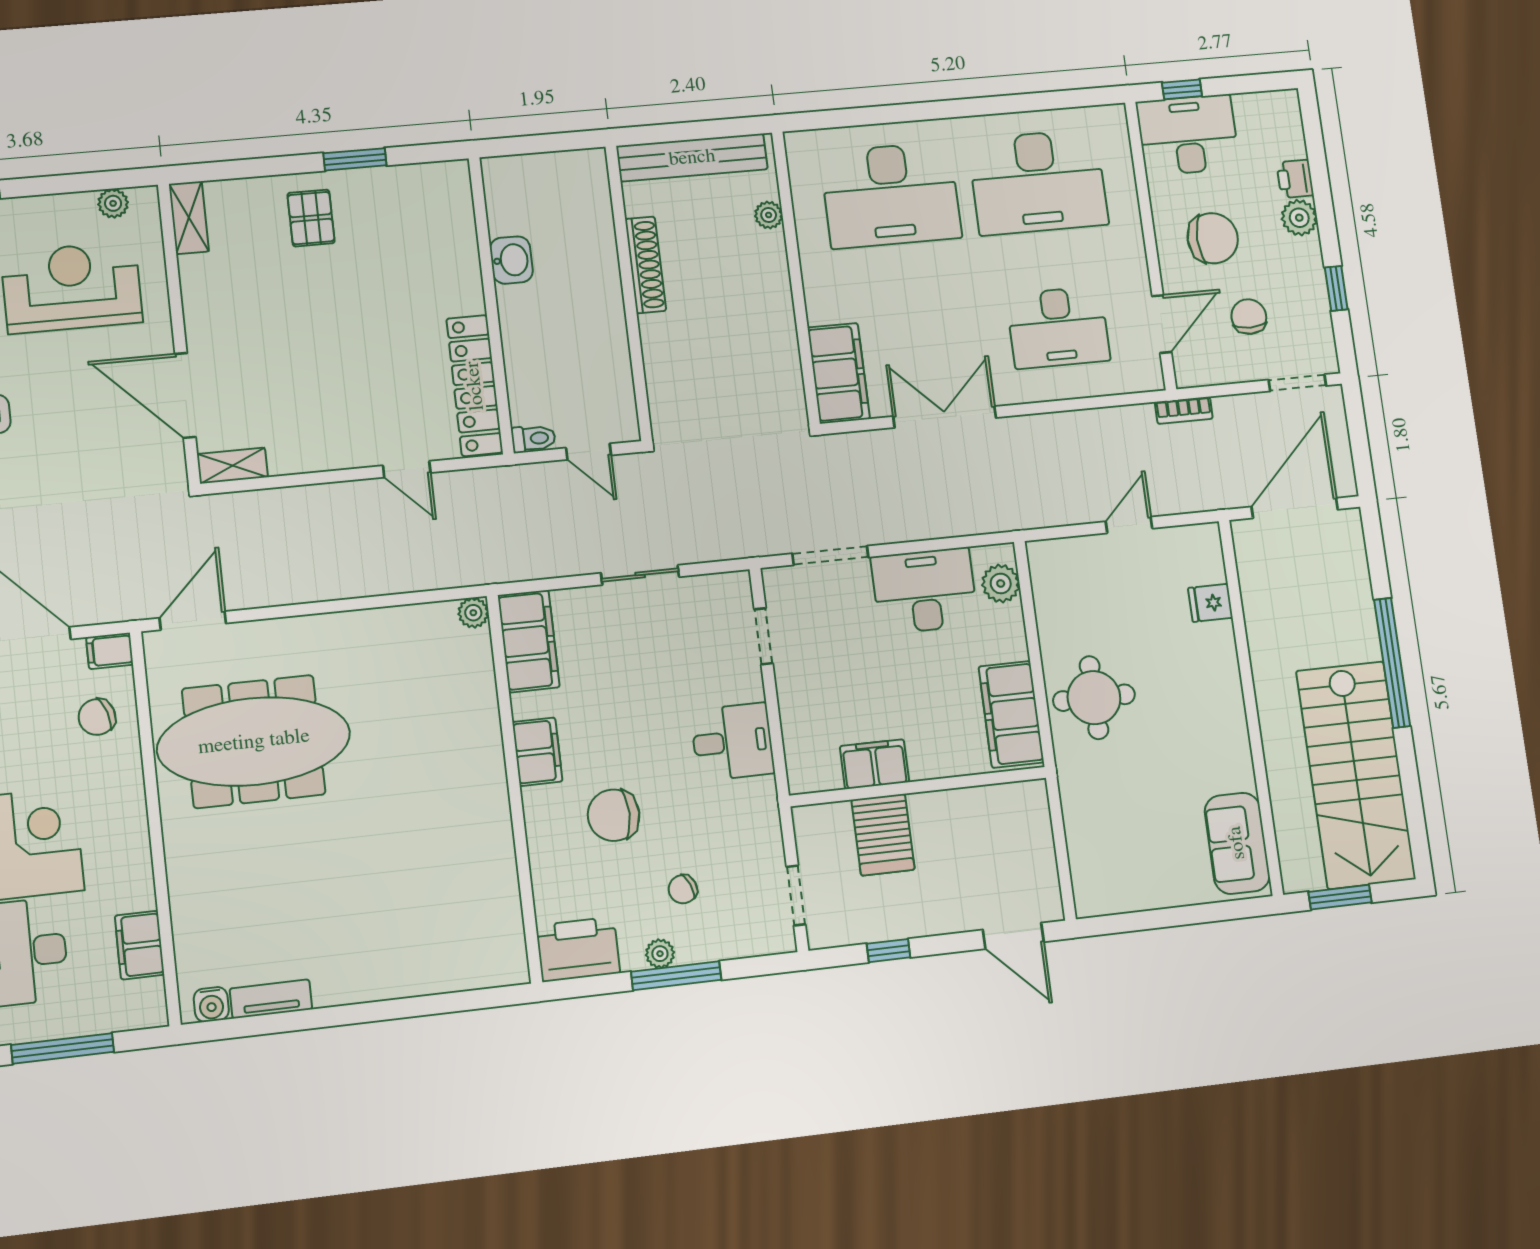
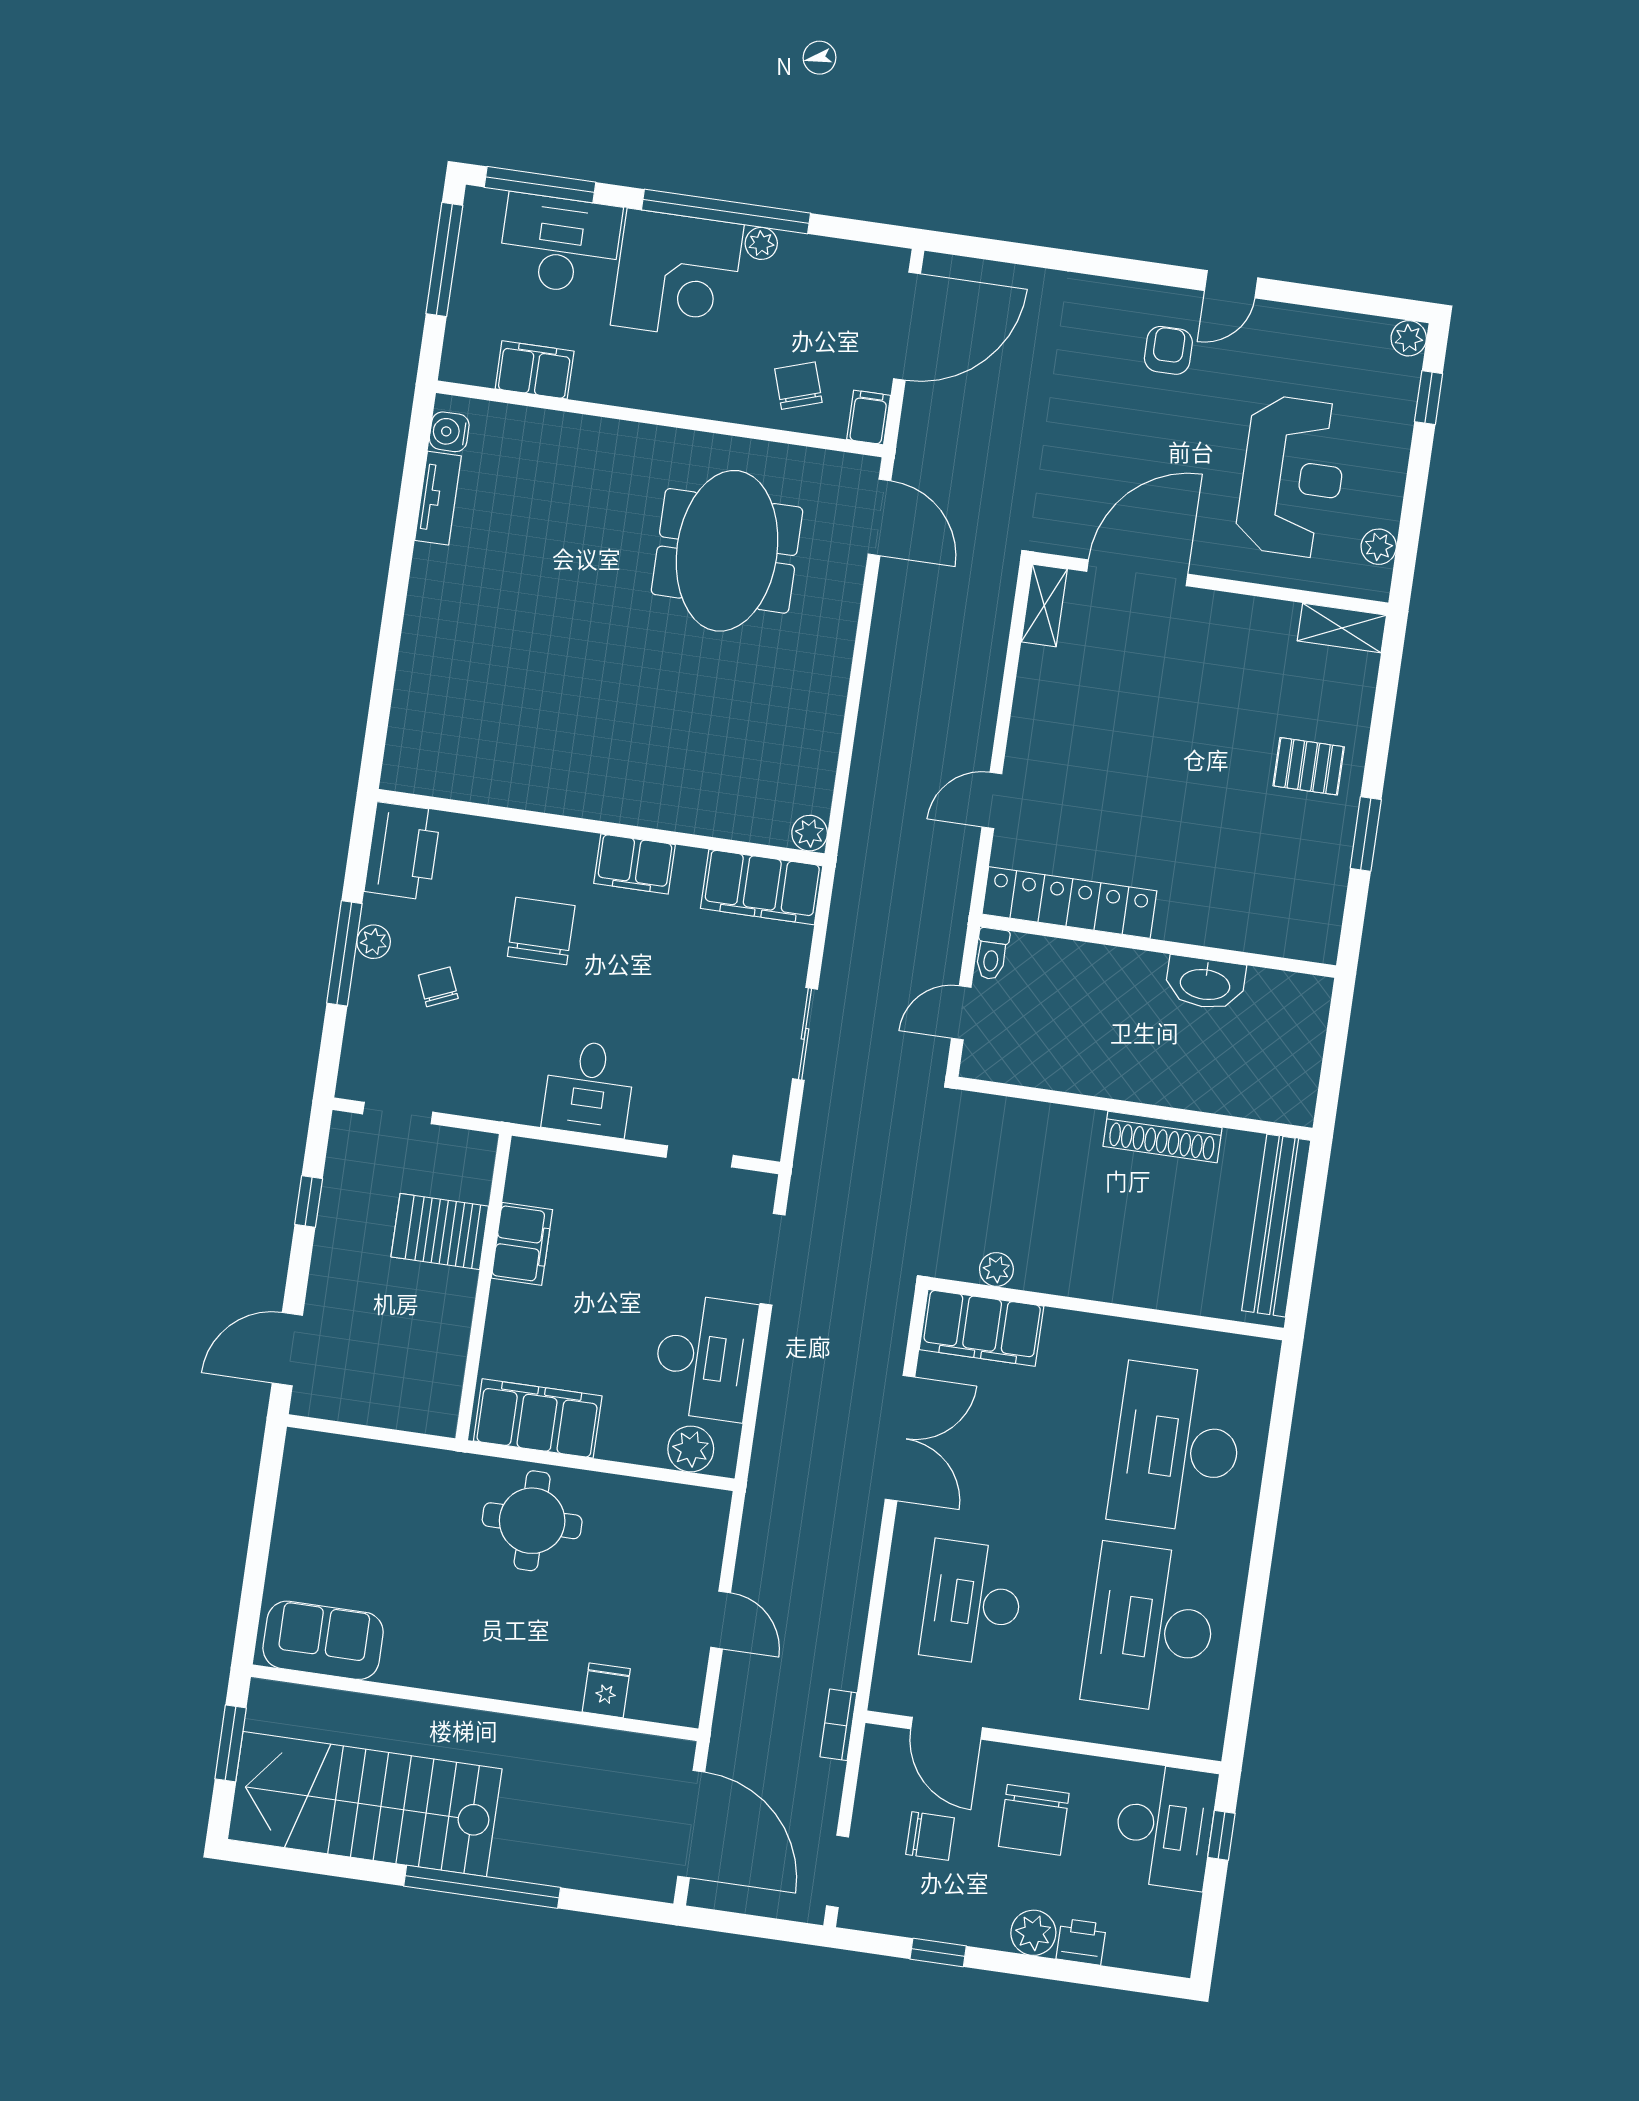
plant: (769, 215) -> (996, 1269), moved
washbasin: (511, 260) -> (1205, 983), width x1.38
meeting table: (254, 742) -> (727, 551), width x0.73

